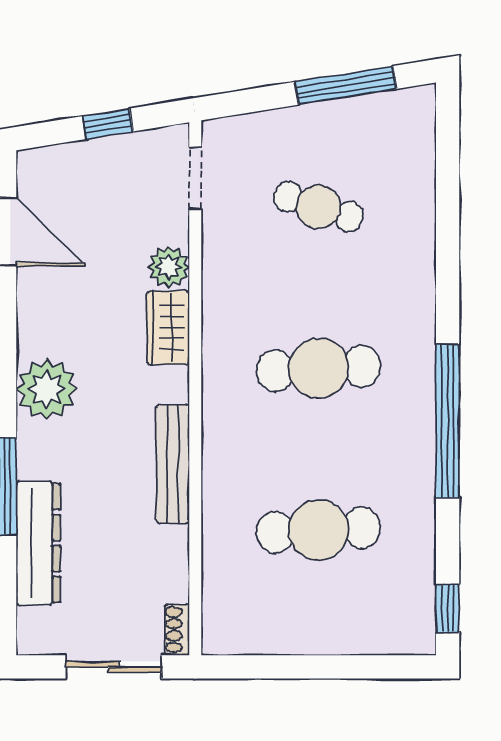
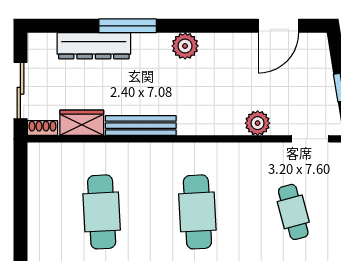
cafe table: (319, 207) -> (293, 212), turned -33
wardrobe: (168, 328) -> (82, 123), moved
plant: (47, 389) -> (185, 46), width x0.73, depth x0.73

